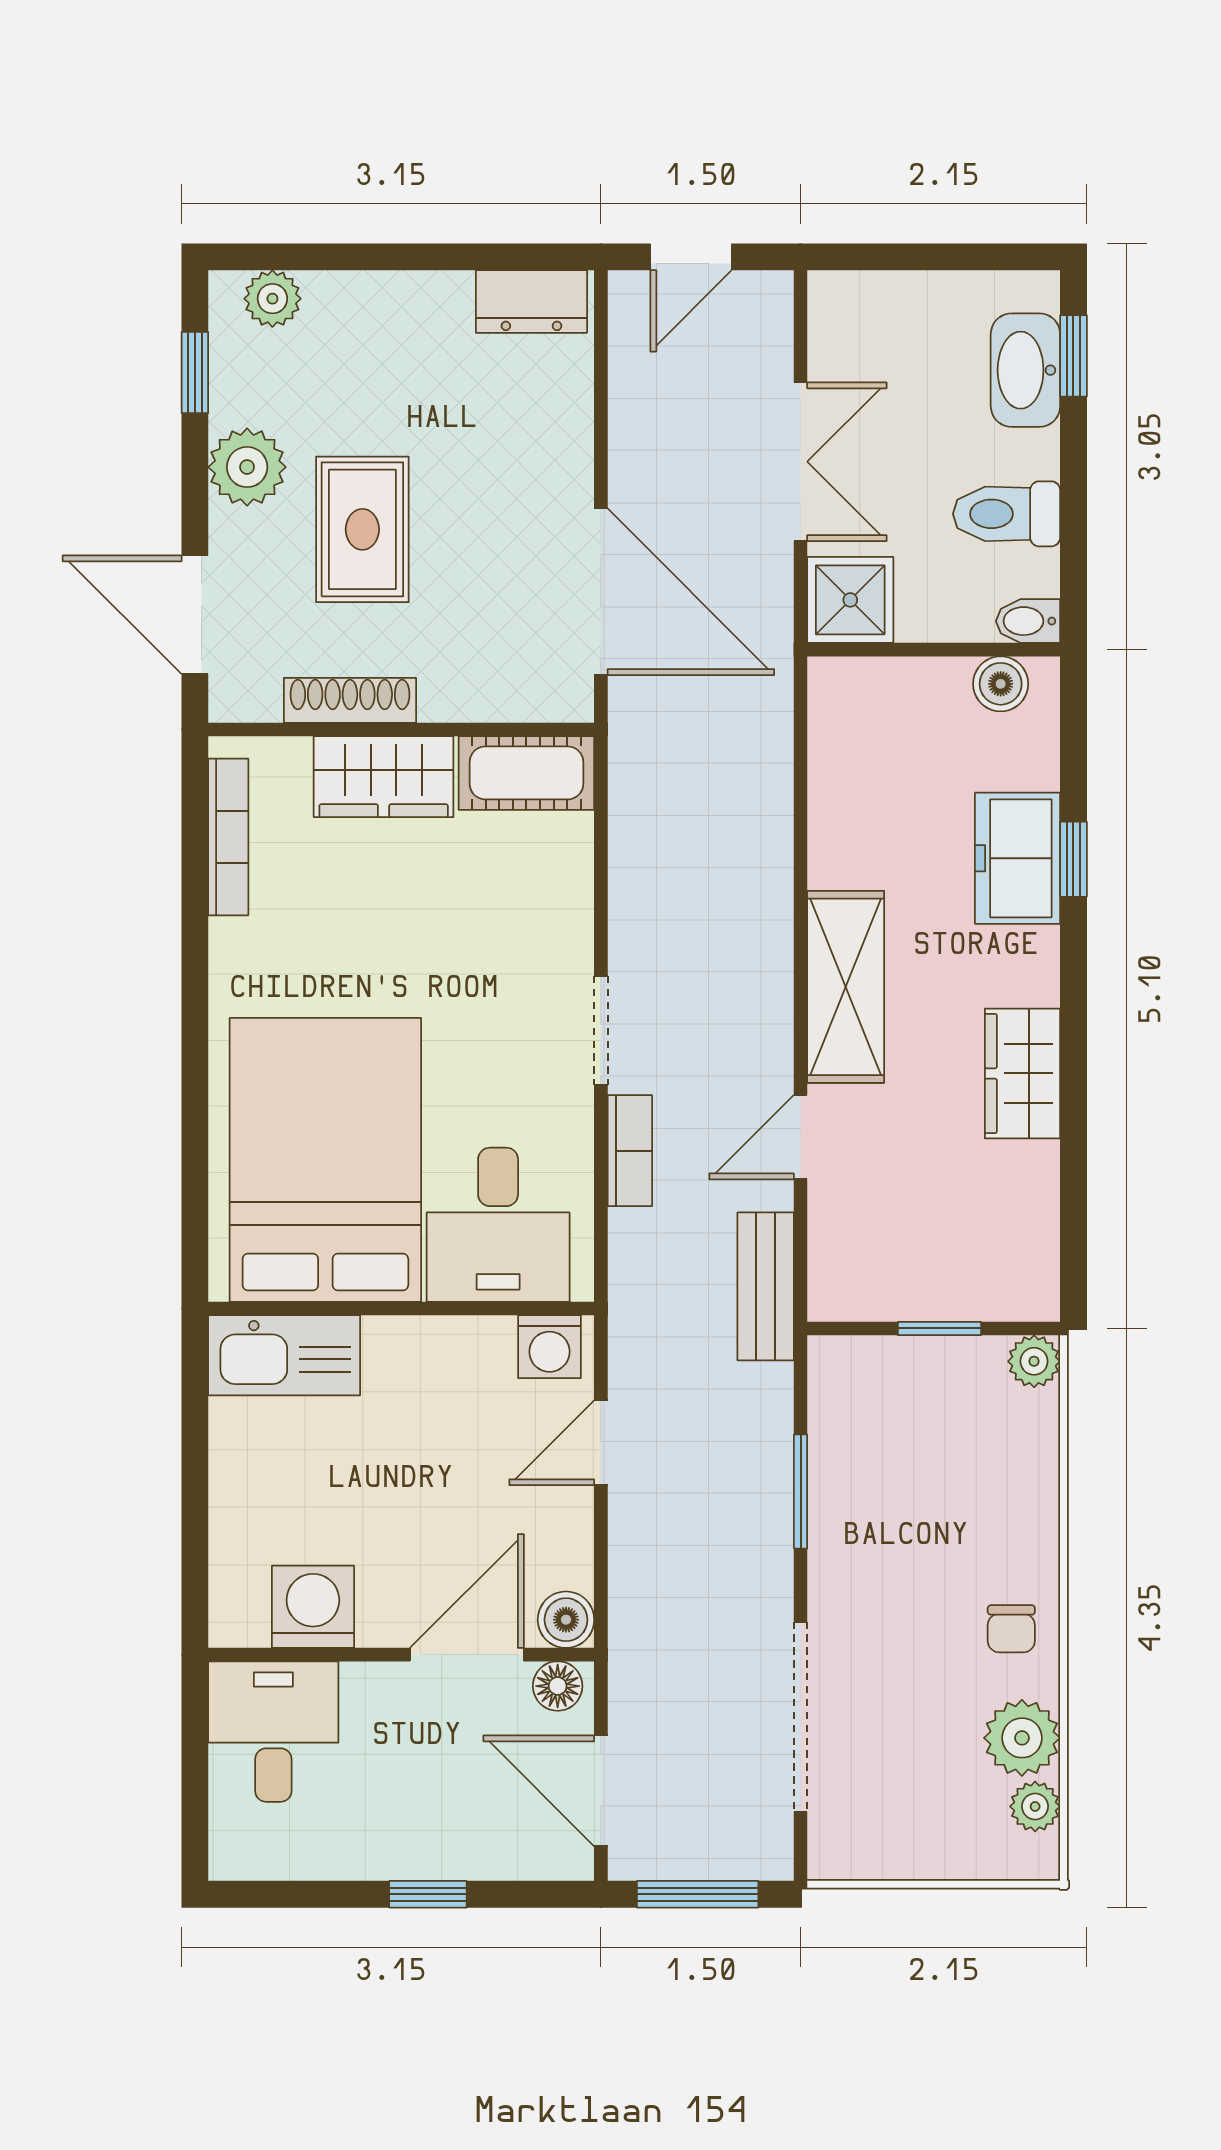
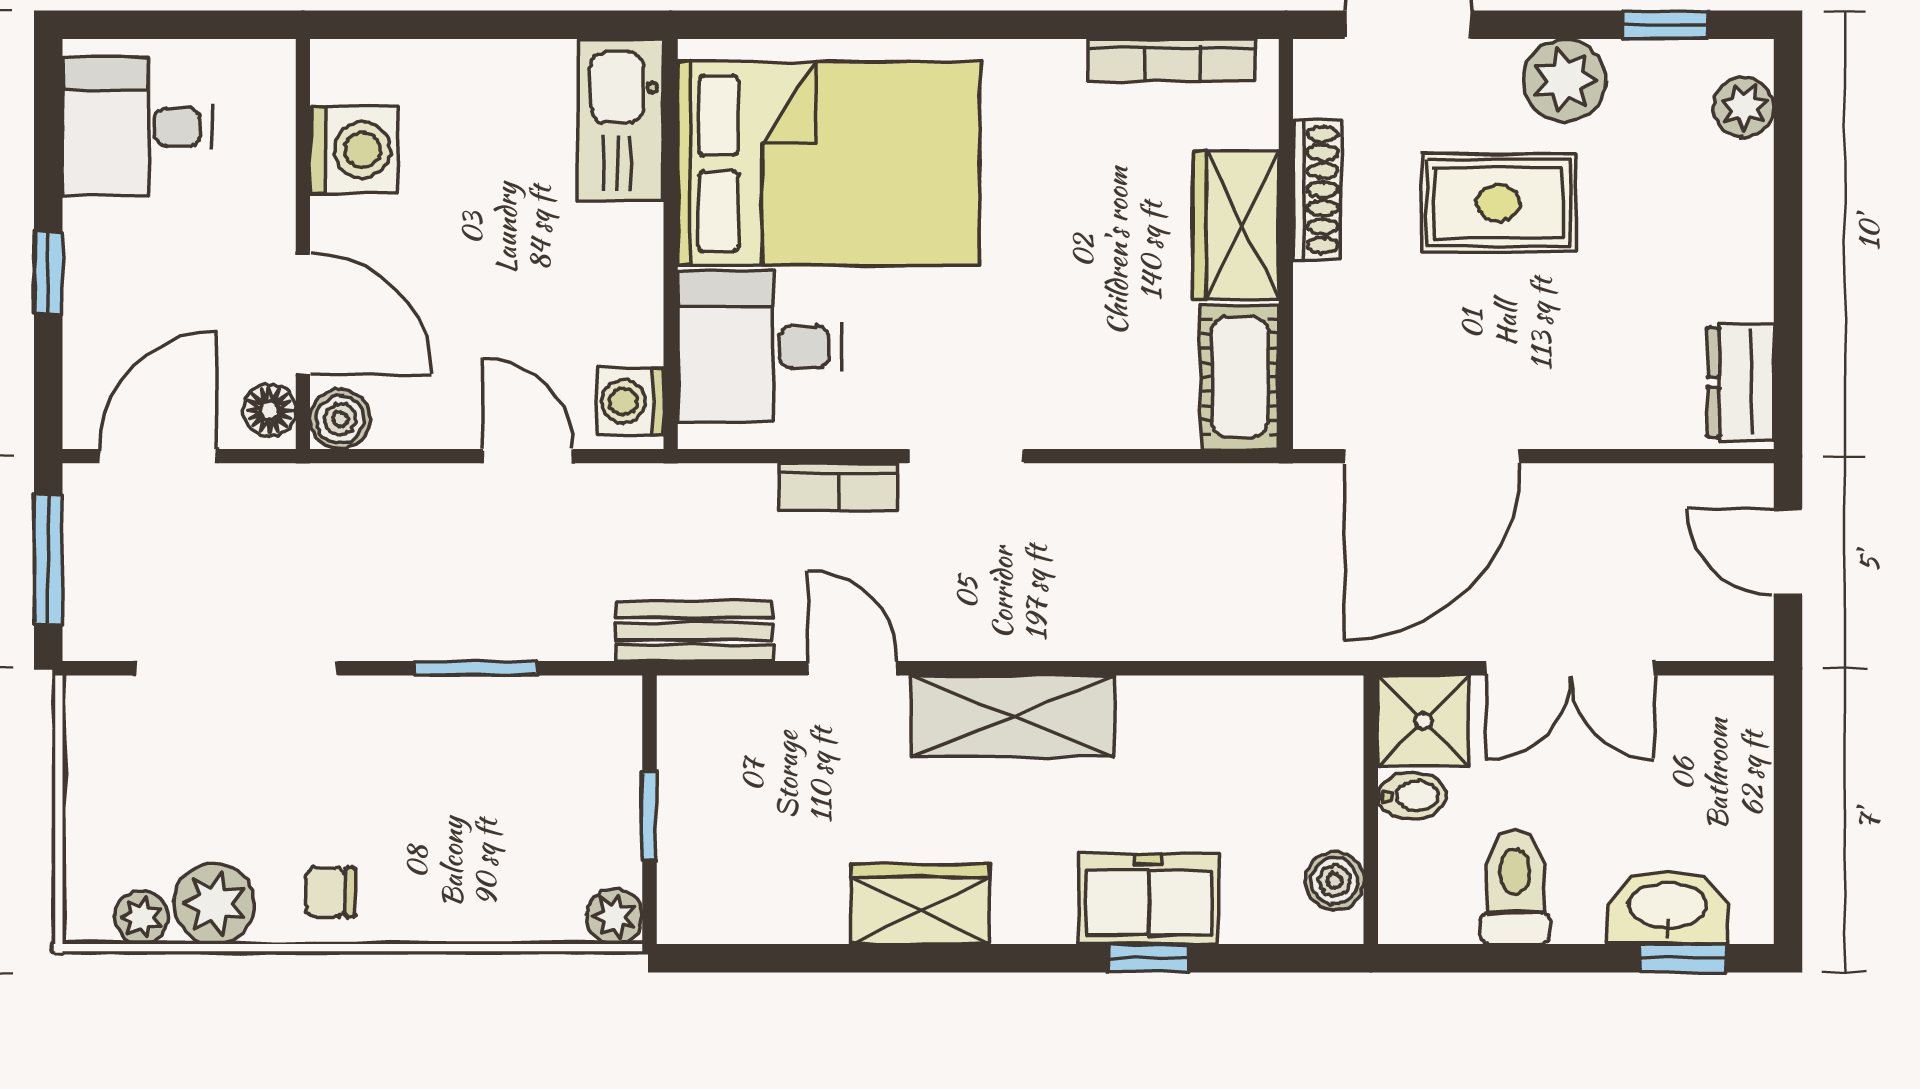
bidet: (1028, 621) -> (1412, 796), moved, turned 90
desk: (273, 1732) -> (137, 127), moved, turned 180

